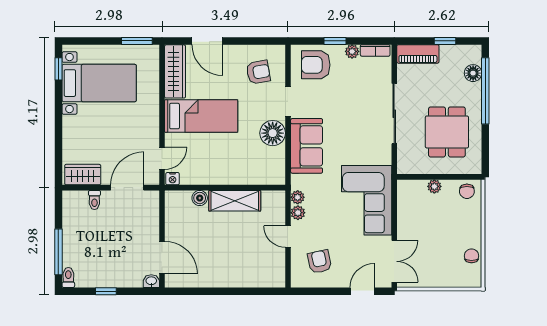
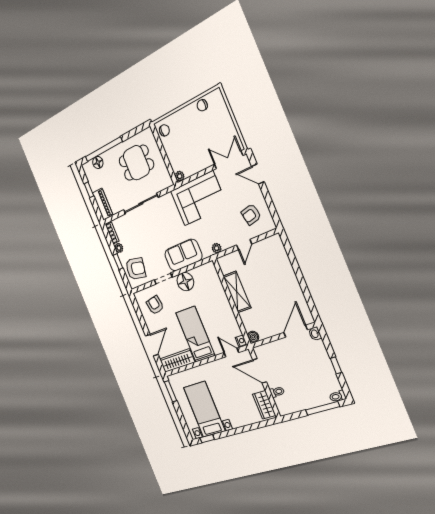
armchair: (316, 65) -> (136, 269), turned -79
plant: (434, 186) -> (180, 176), moved
boiler: (200, 198) -> (253, 337), moved
plant: (298, 213) -> (226, 244), removed

